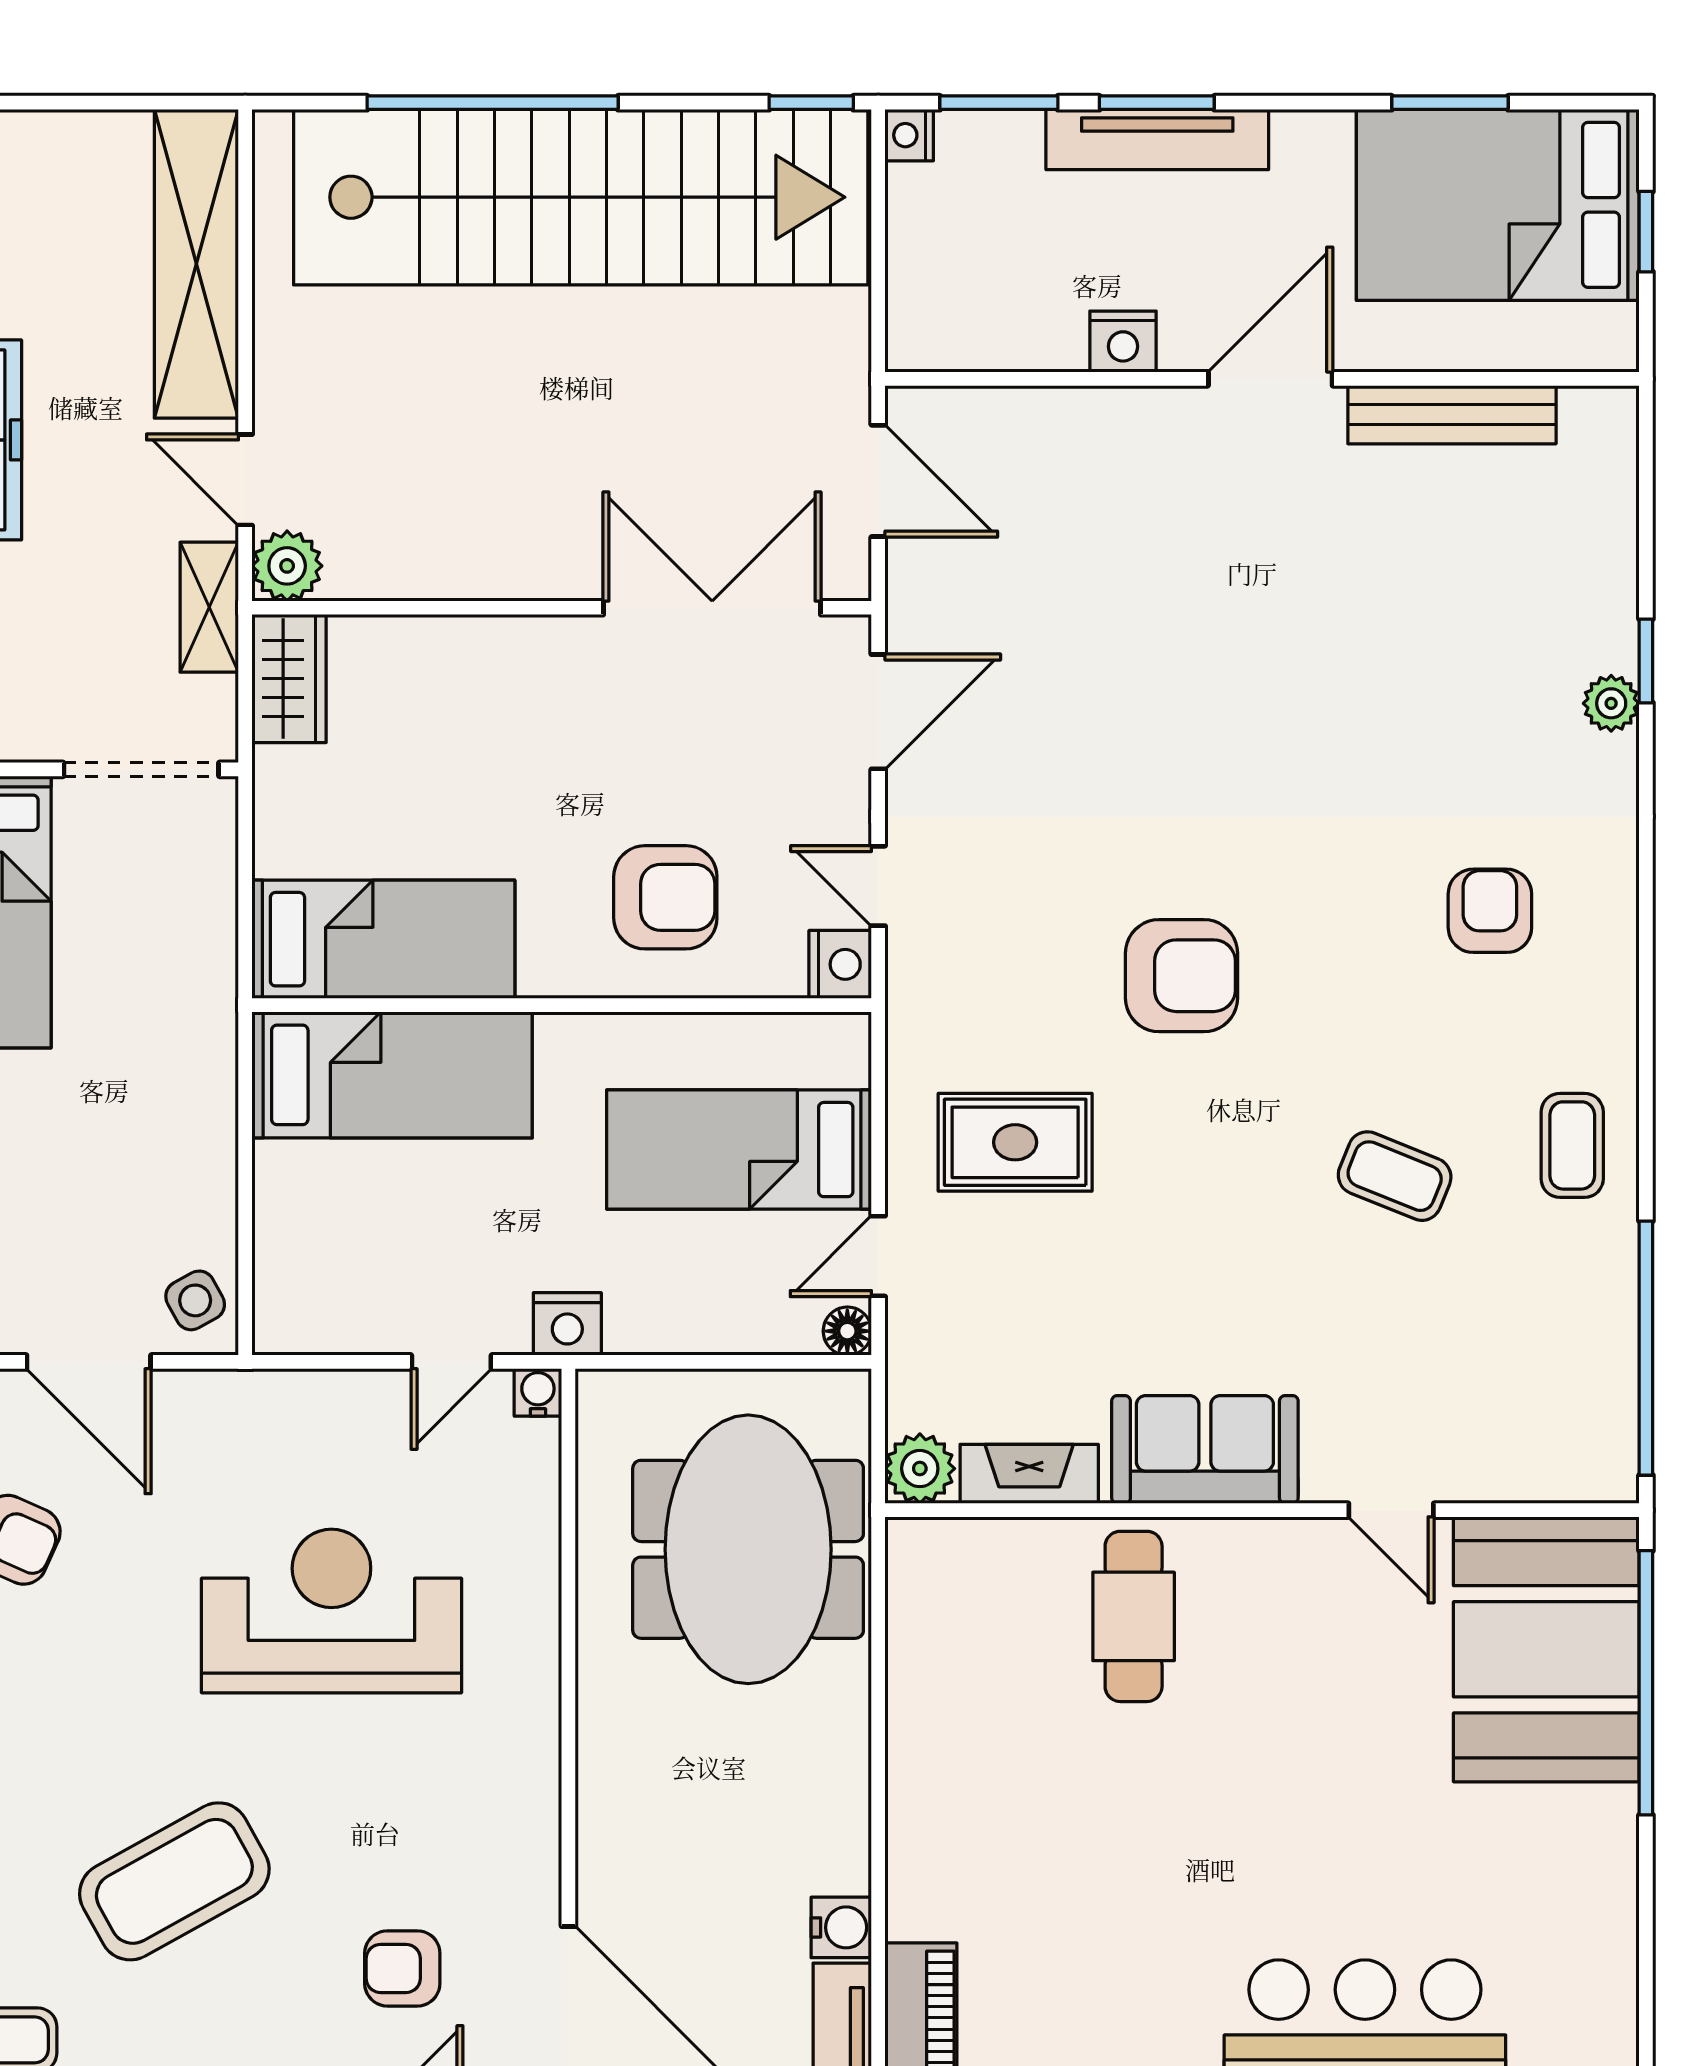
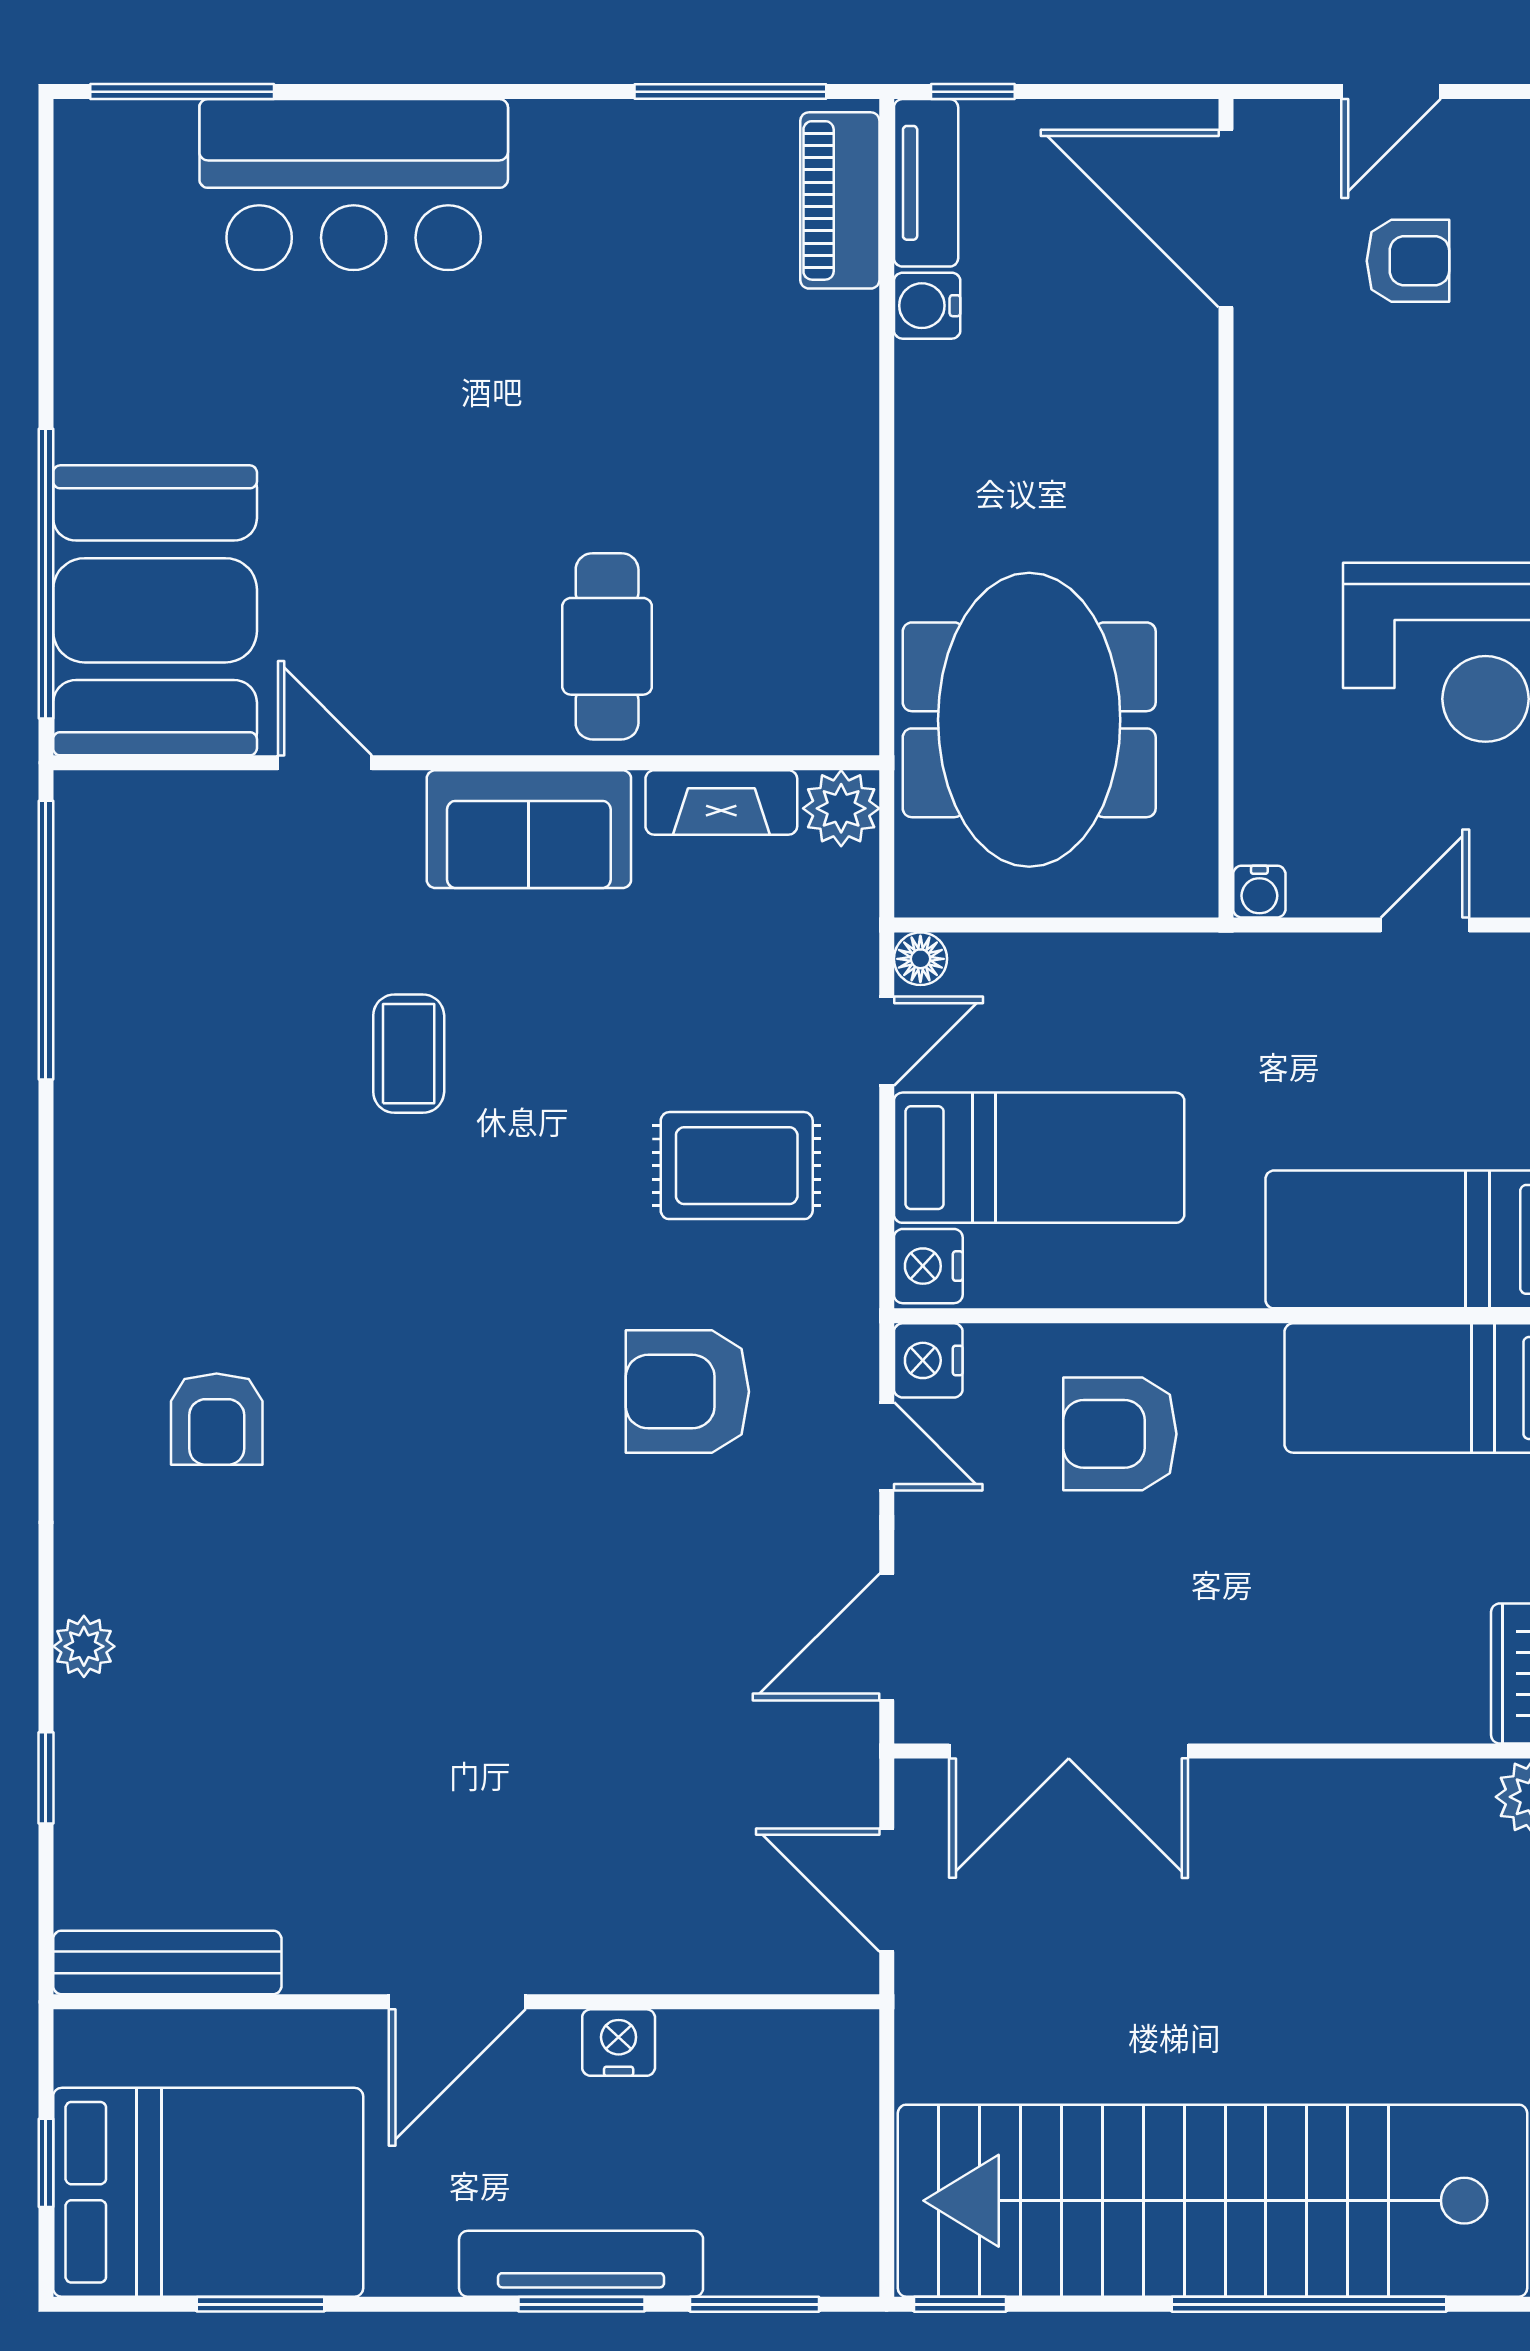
nightstand: (909, 135) -> (853, 2269), removed
bench: (1452, 415) -> (167, 1962), moved
window: (1646, 661) -> (46, 1778), moved
armchair: (1182, 976) -> (687, 1392), moved
coffee table: (1572, 1145) -> (127, 1162), removed
coffee table: (1395, 1176) -> (409, 1054), moved, turned 68
nightstand: (567, 1324) -> (928, 1266), moved, turned -90
door: (451, 1362) -> (1425, 925), moved

